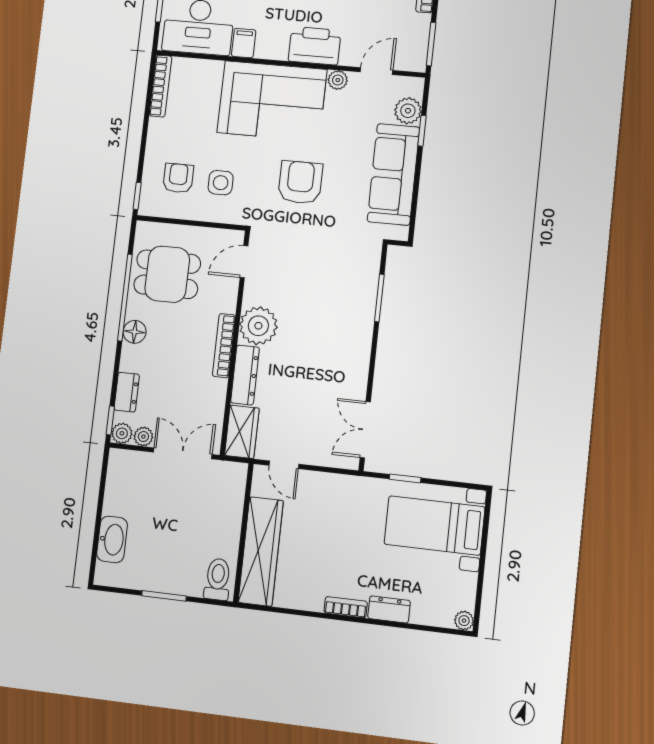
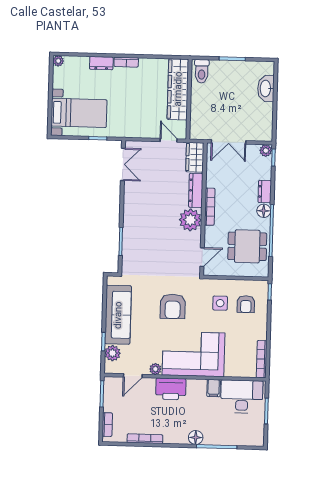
dresser: (127, 392) -> (265, 192), moved
plant: (143, 437) -> (253, 150), removed

